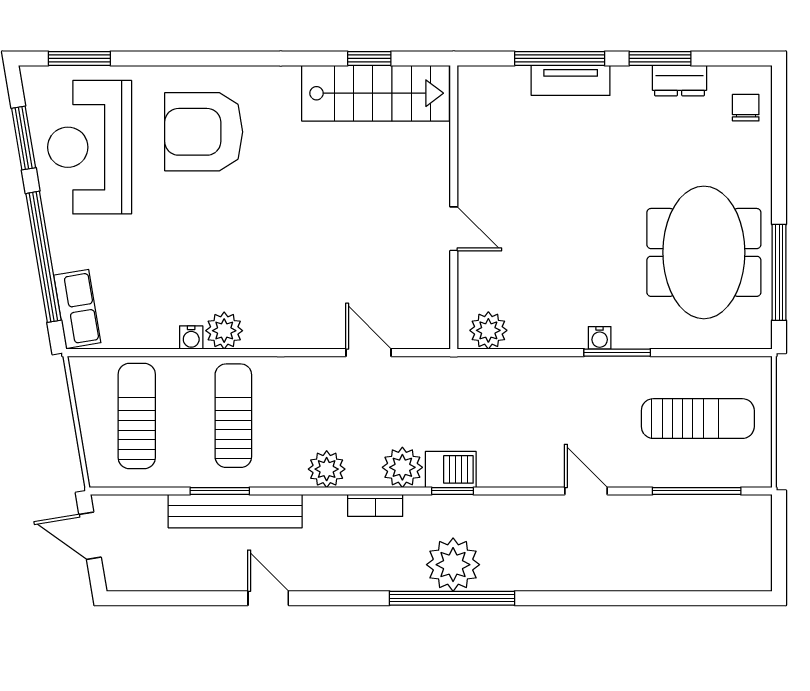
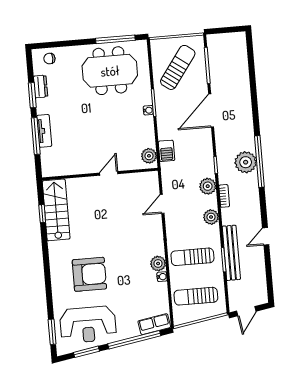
armchair: (204, 132) -> (89, 274), moved, turned -90
sun lounger: (698, 419) -> (178, 67), turned 36
barbecue: (451, 469) -> (166, 151), moved, turned 180
door: (586, 491) -> (211, 111), width x1.88

